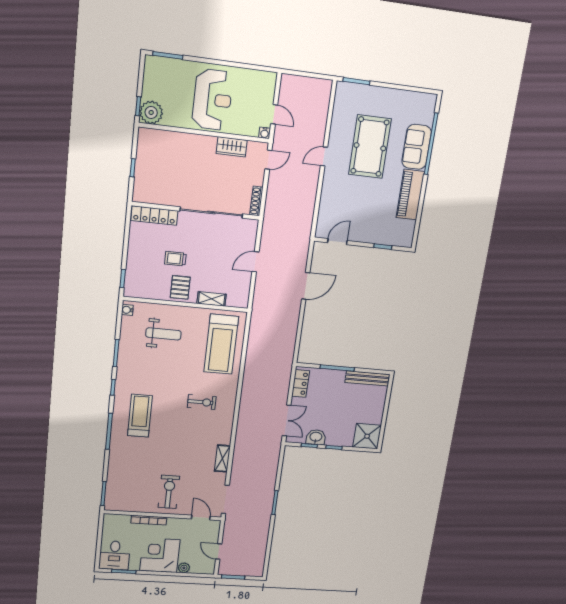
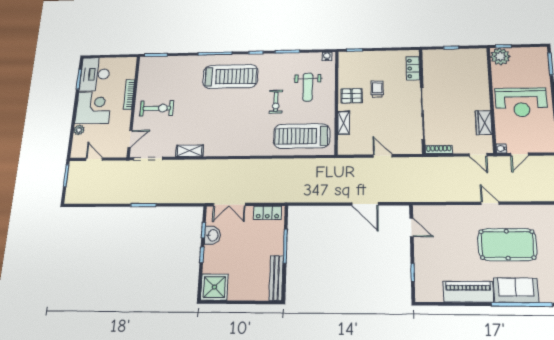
locker: (154, 216) -> (413, 68), width x0.66
exercise bike: (202, 402) -> (276, 102), moved
treadmill: (140, 416) -> (230, 76), width x1.37, depth x1.38
door: (219, 552) -> (94, 159), hinge flipped
desk: (114, 555) -> (95, 74), width x1.37

